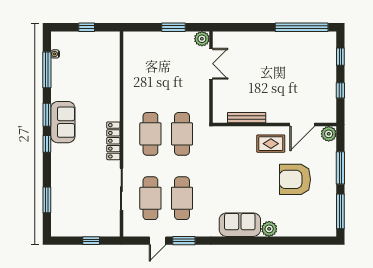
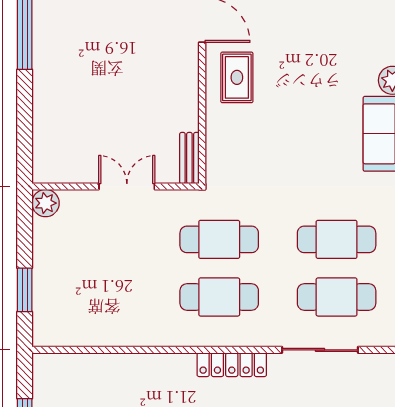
window: (174, 27) -> (25, 290), moved
double door: (211, 64) -> (127, 186), moved
bench: (247, 118) -> (189, 158), moved, width x0.73
armchair: (295, 179) -> (302, 33), removed

